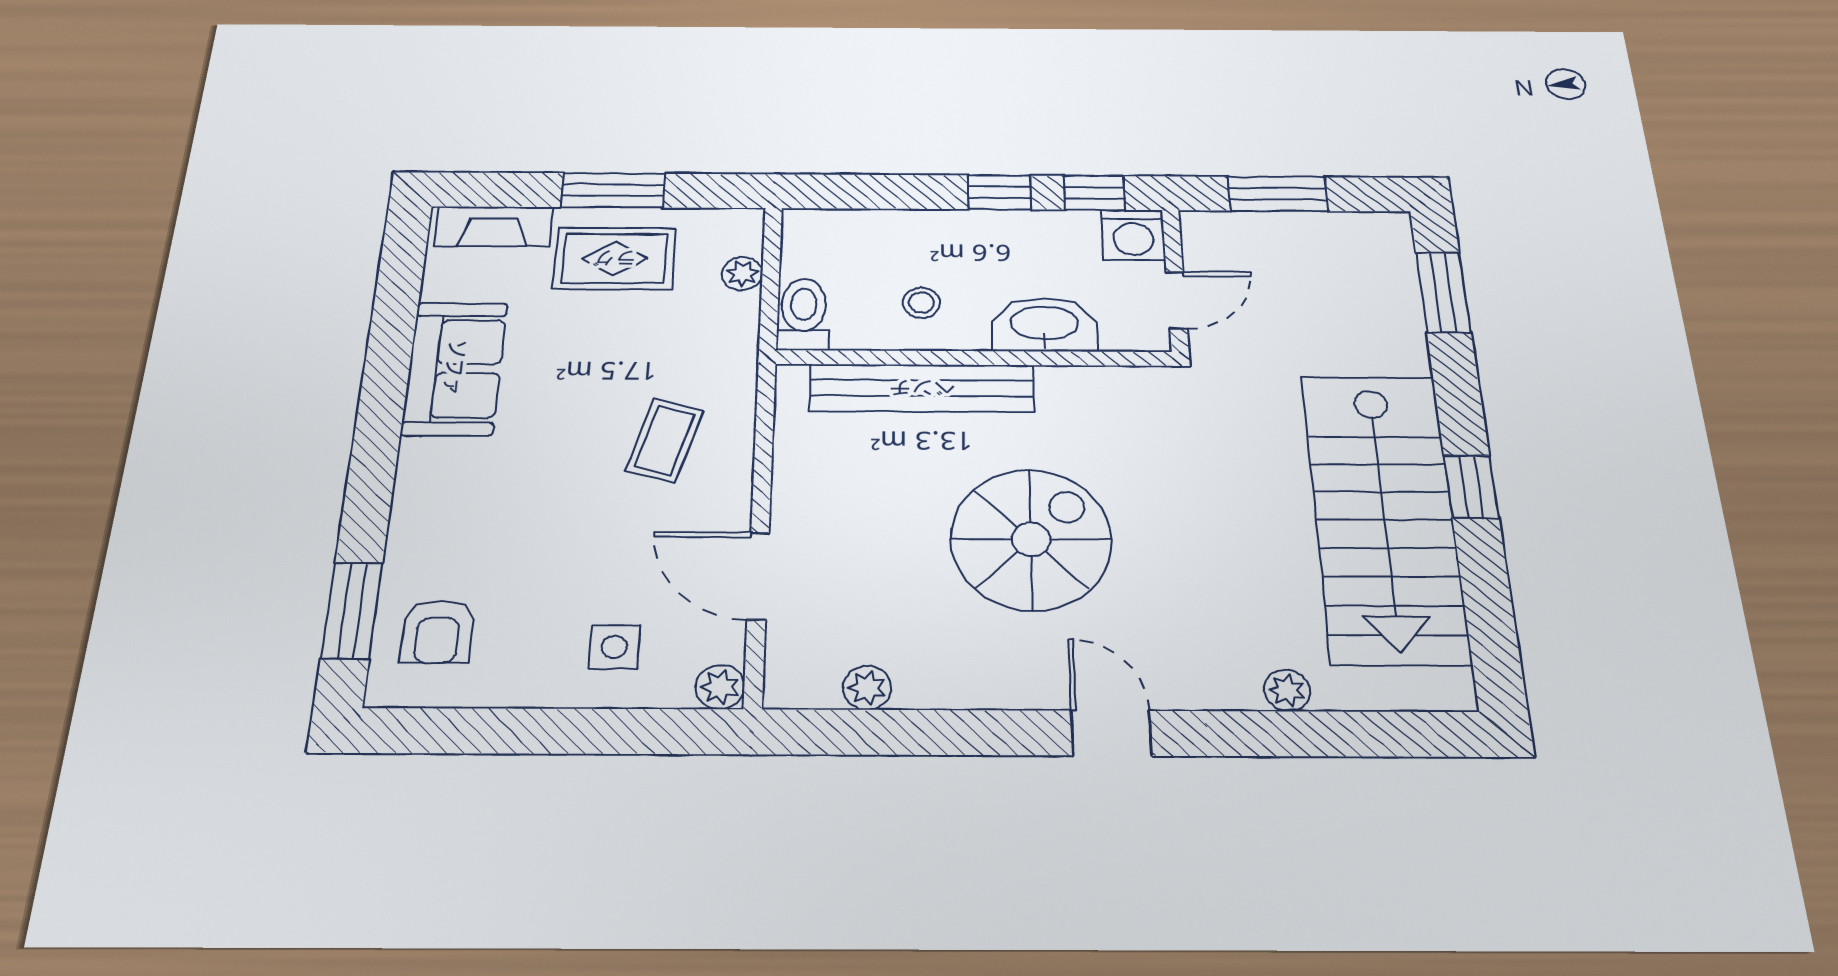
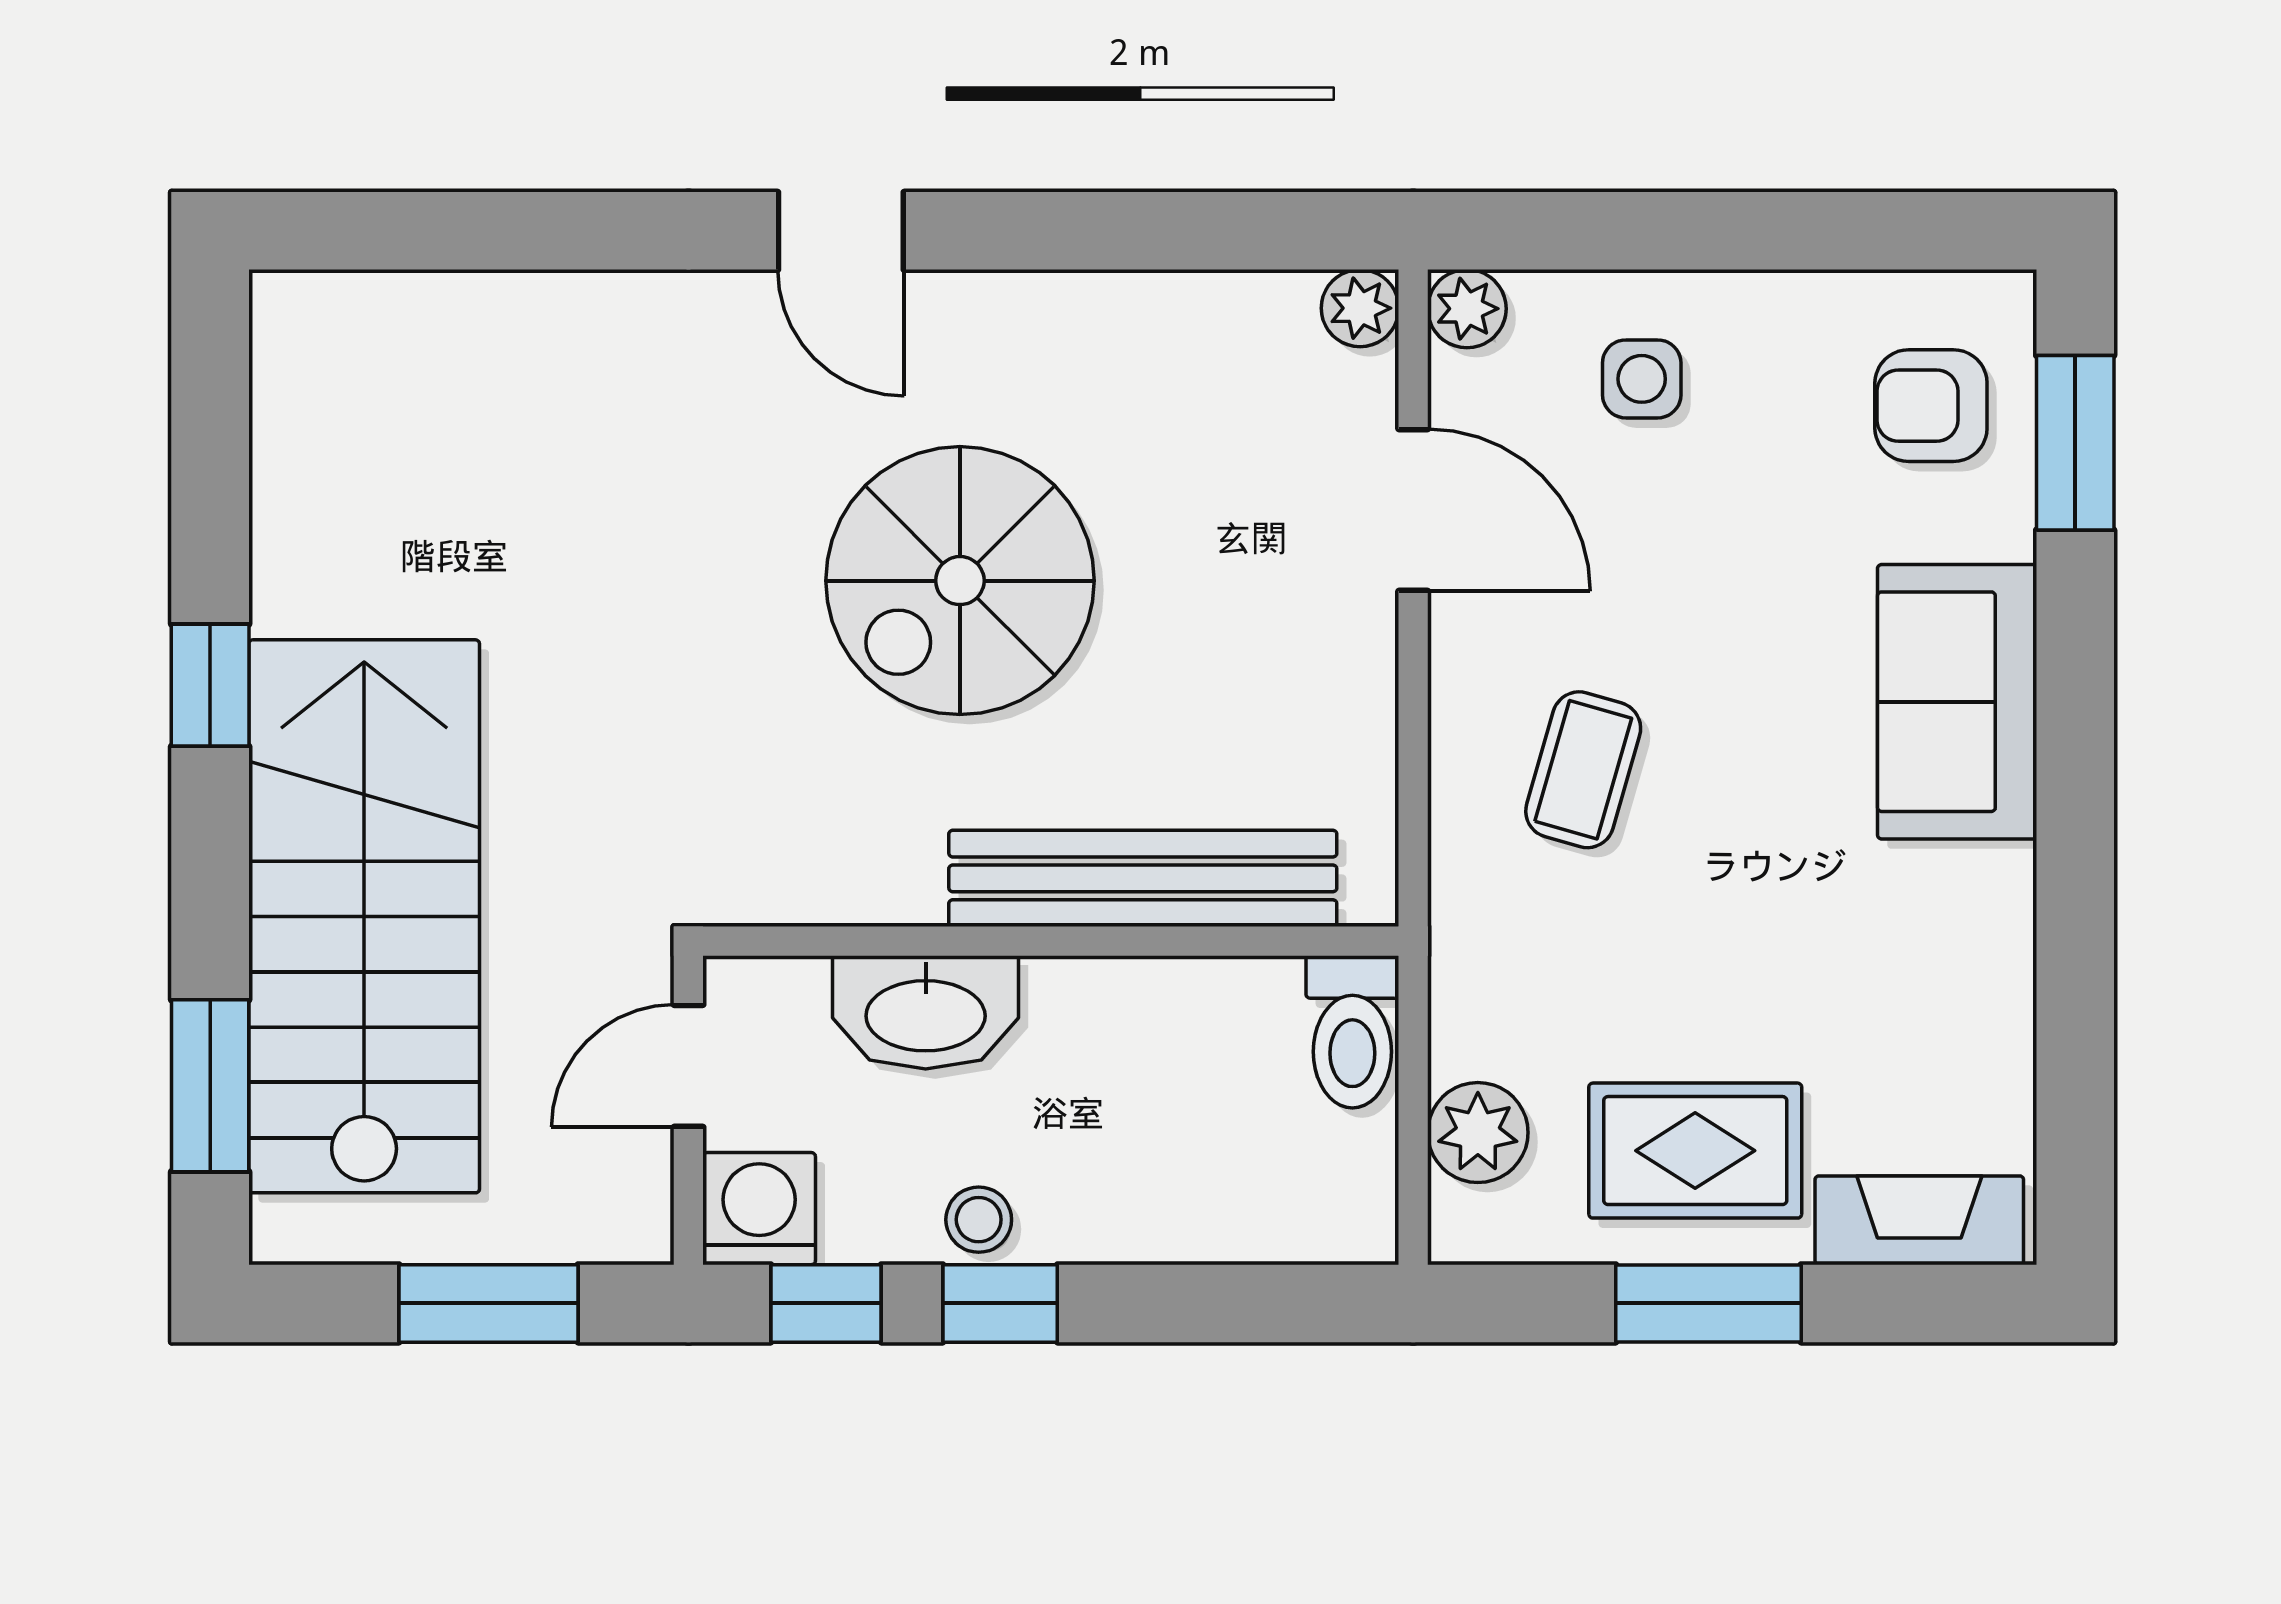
plant: (742, 274) -> (1478, 1133), width x1.38, depth x1.38
stool: (921, 303) -> (979, 1220), moved
sofa: (455, 368) -> (1957, 702), moved
stairs: (1384, 516) -> (364, 916), moved
armchair: (438, 631) -> (1931, 406), turned -90
plant: (867, 688) -> (1360, 308), moved
plant: (1287, 690) -> (555, 306), removed

